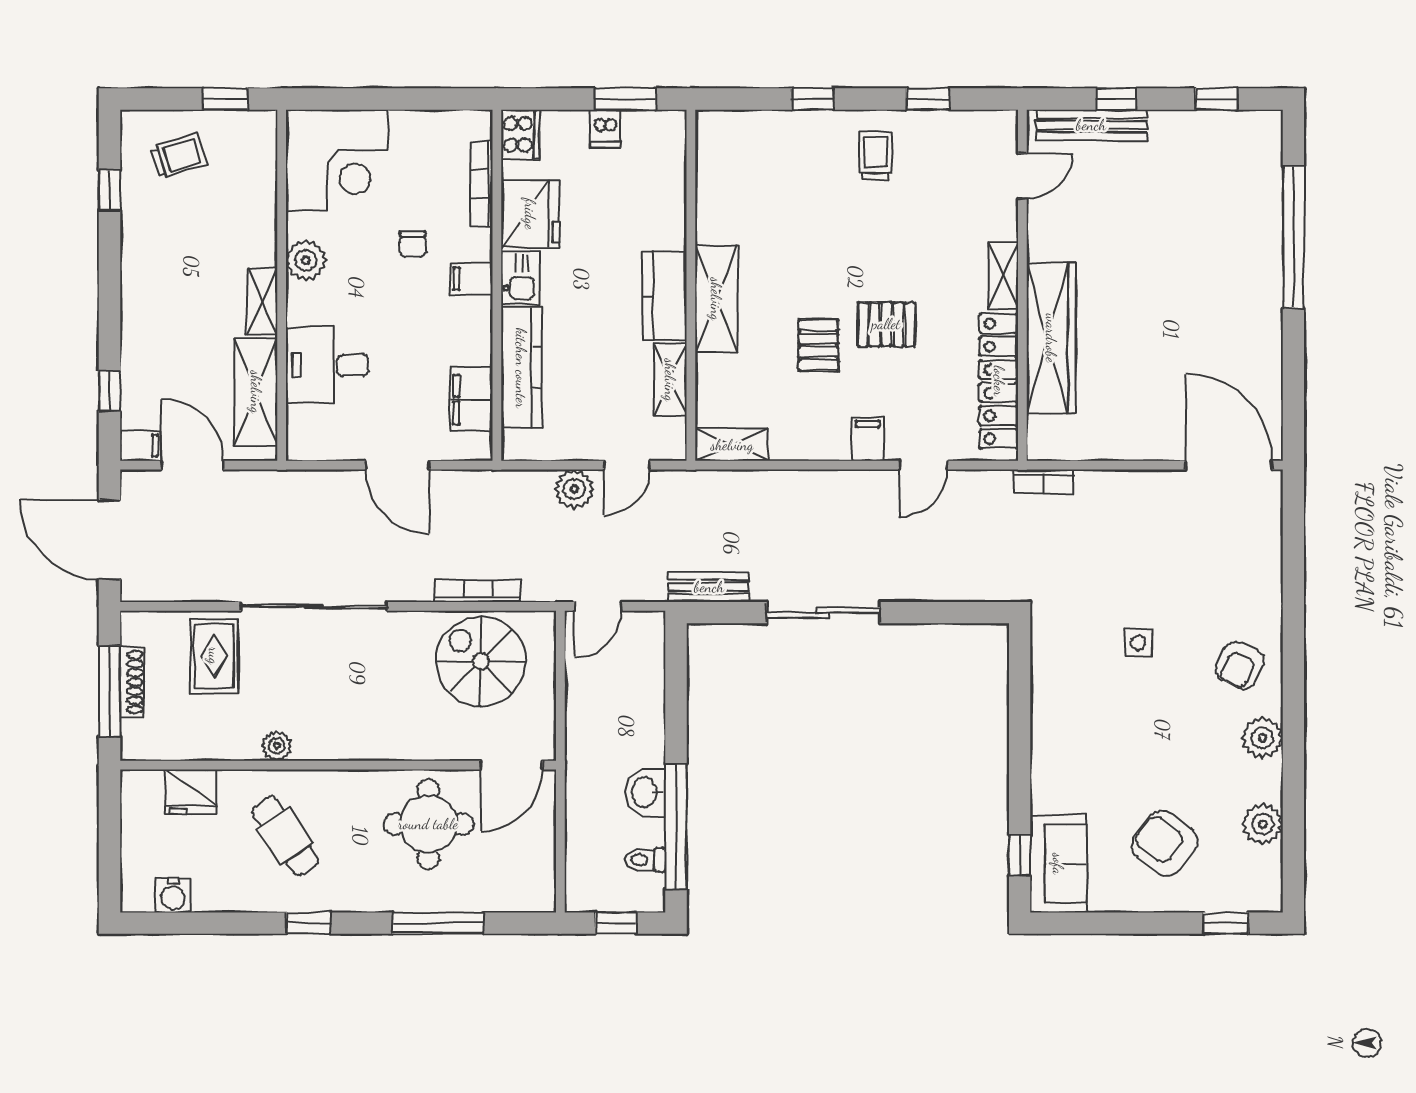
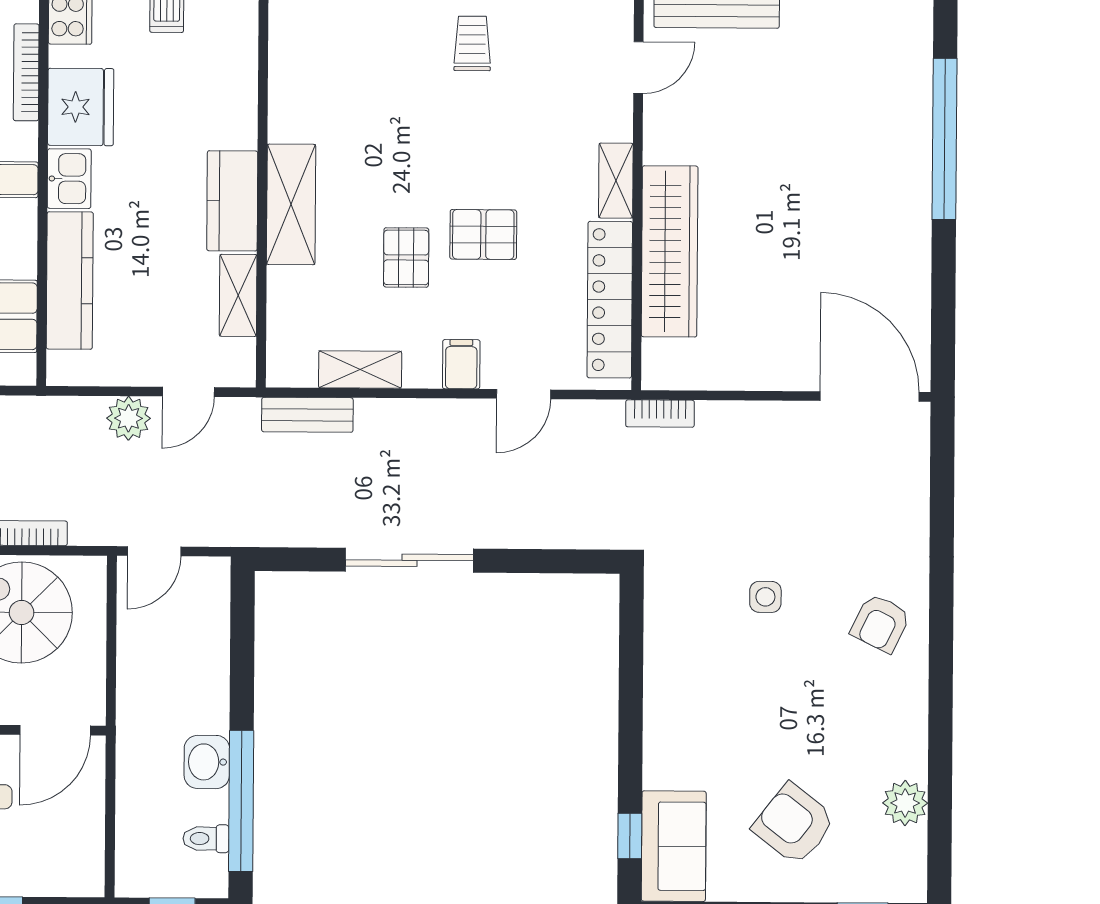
shelving: (732, 445) -> (360, 370), moved
bench: (709, 587) -> (307, 415), moved
plant: (1262, 738) -> (906, 706), removed

